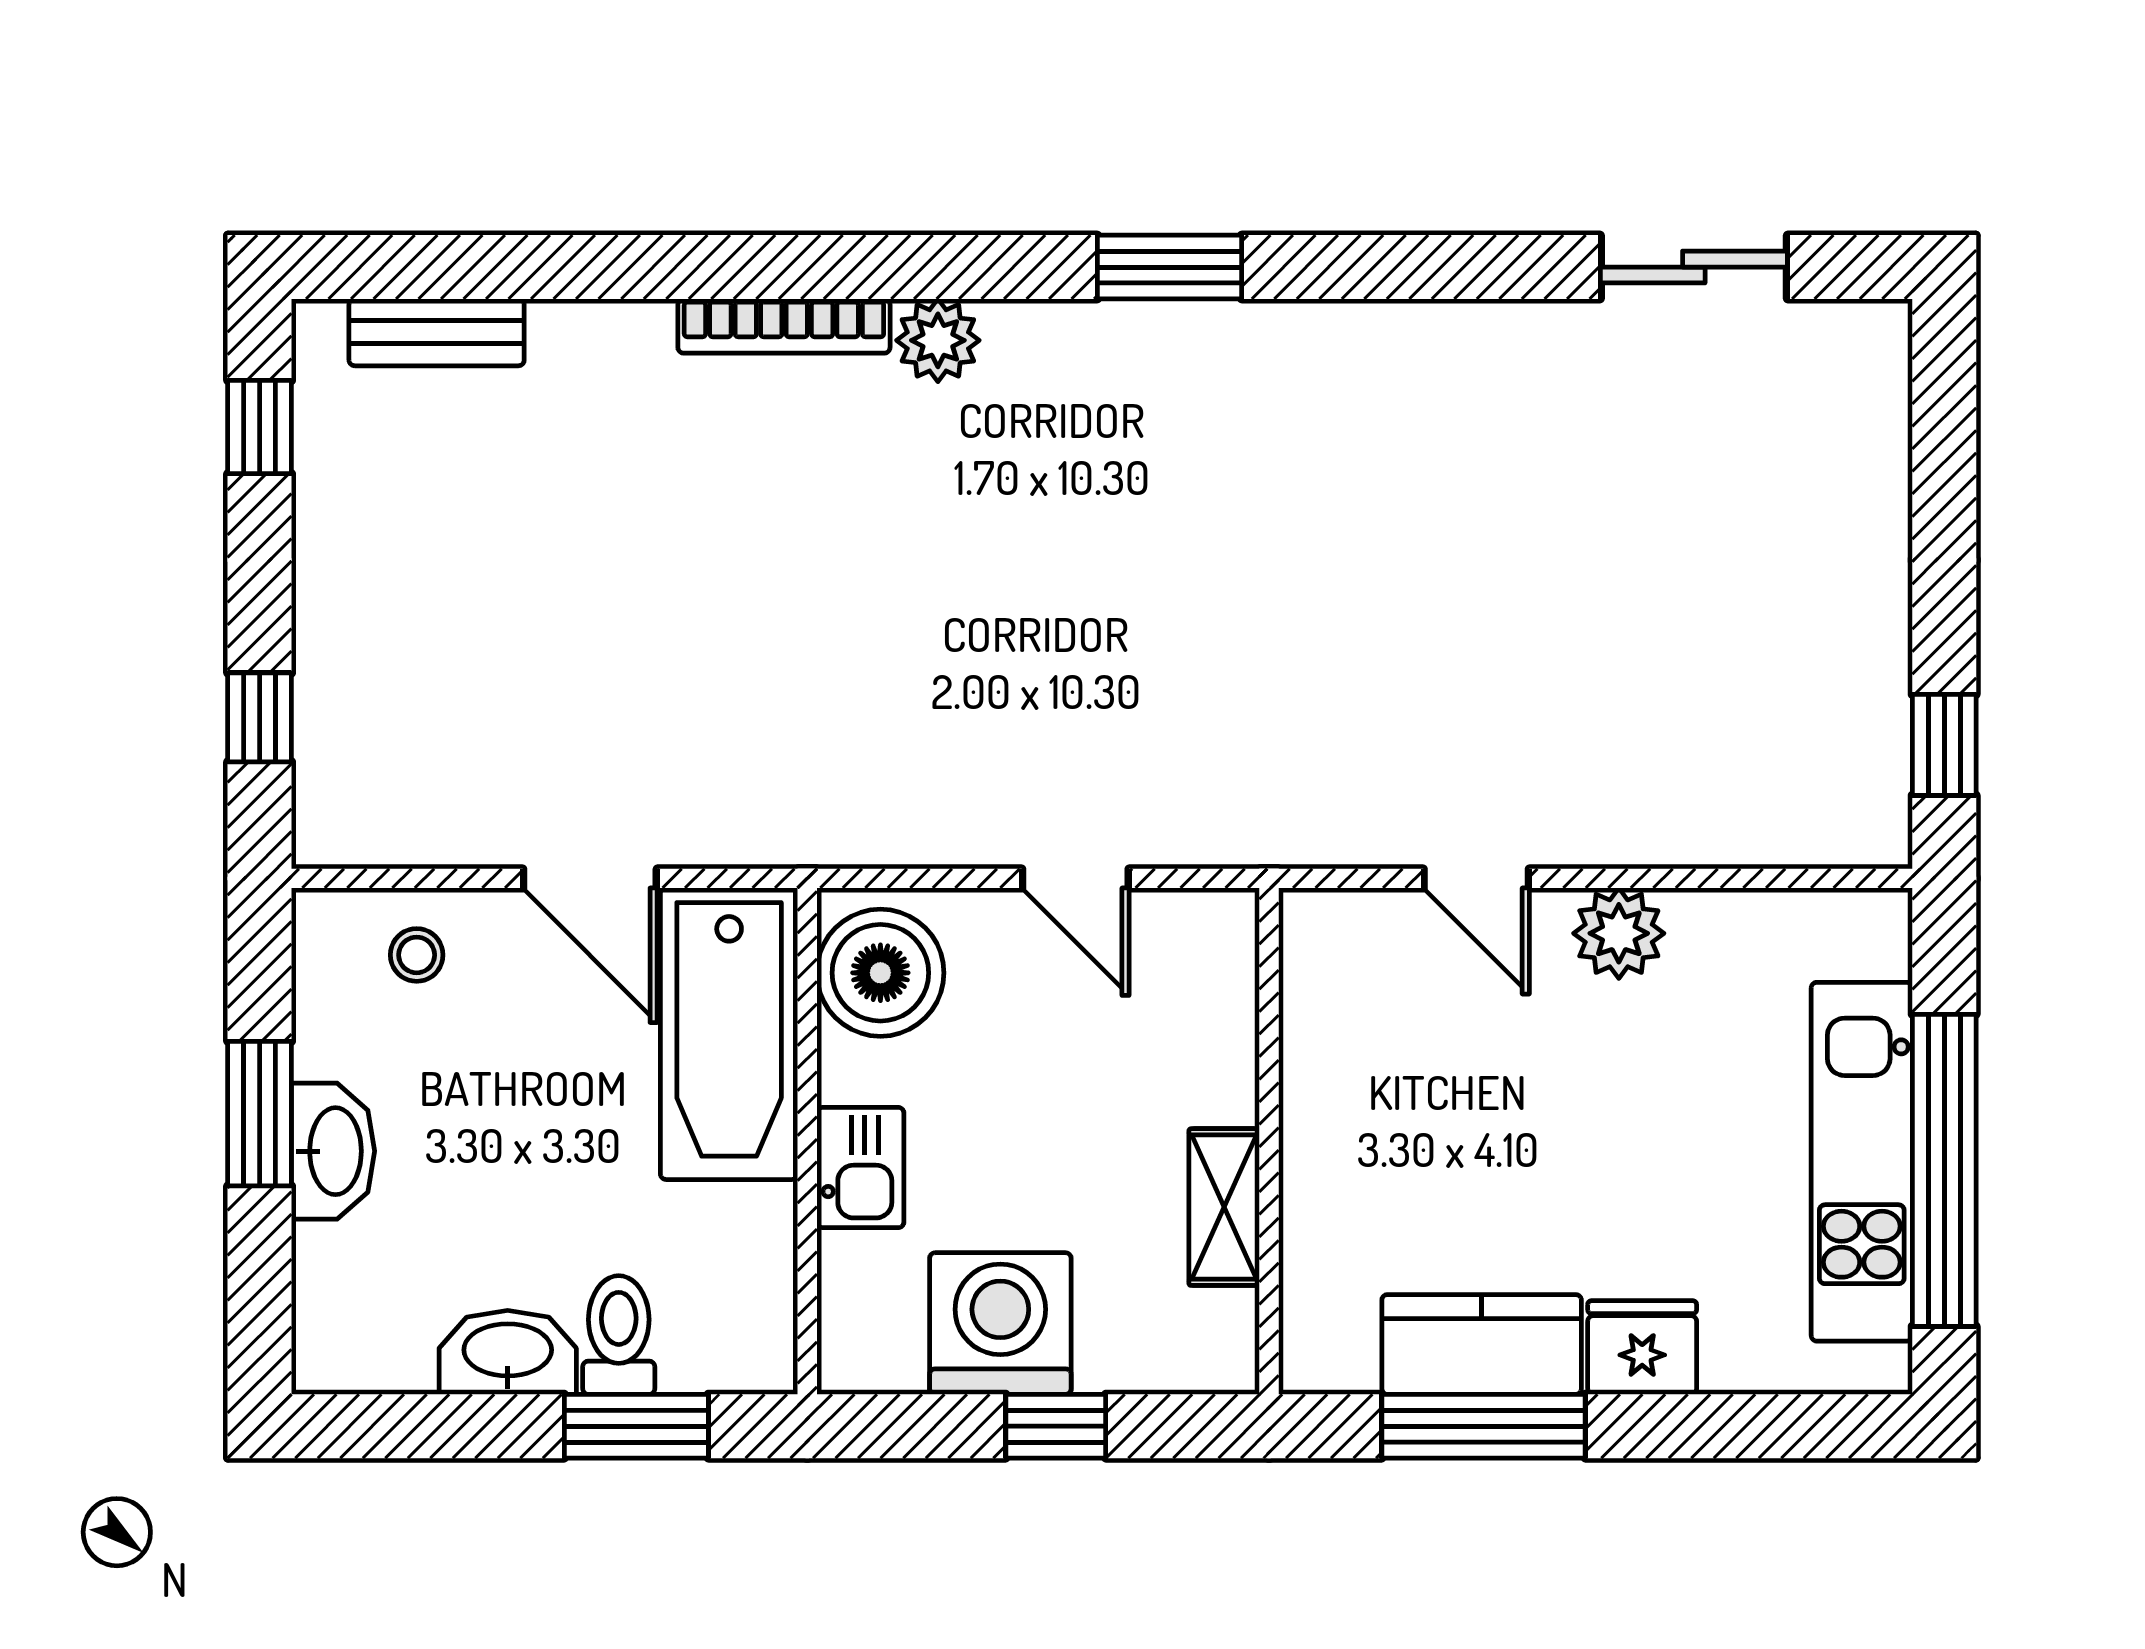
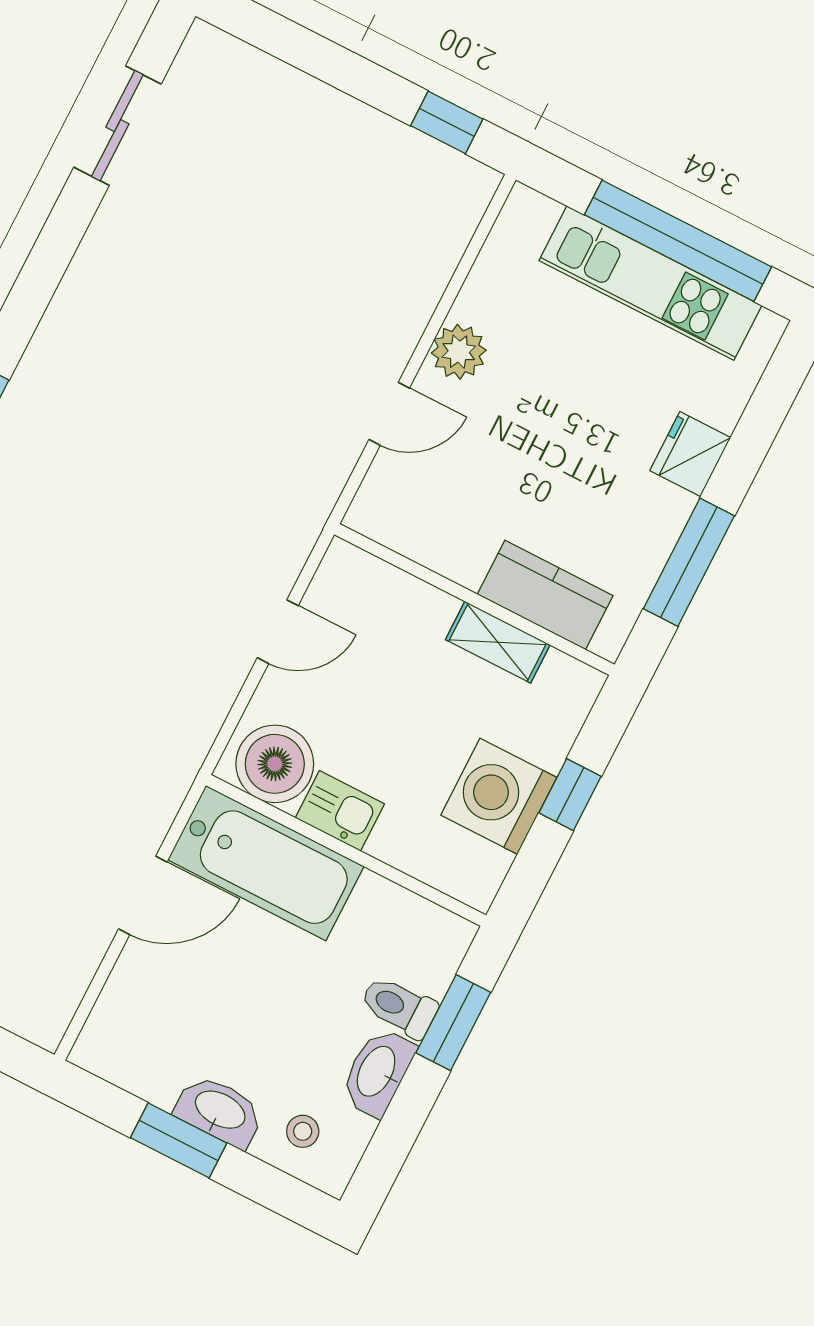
stool: (417, 955) -> (303, 1131), moved
kitchen sink: (860, 1168) -> (340, 811), moved
kitchen counter: (1482, 1344) -> (545, 595), moved, turned 90

